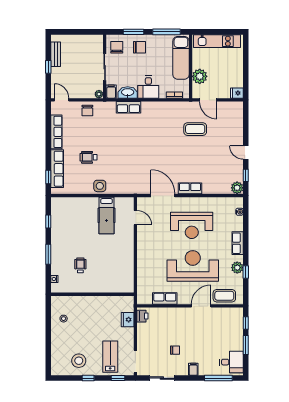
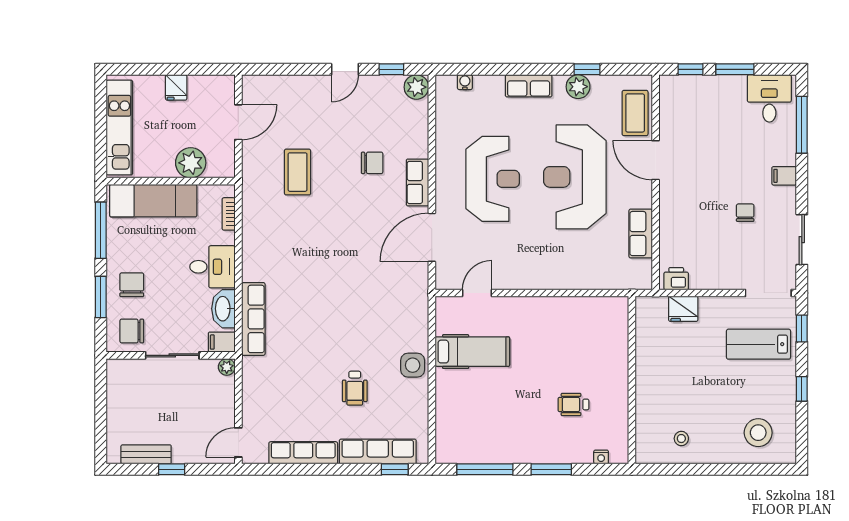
fridge: (237, 93) -> (176, 87), moved
door: (208, 100) -> (238, 122), moved
row of seats: (128, 107) -> (253, 319), width x1.48
chair: (87, 111) -> (372, 163), moved
window: (48, 222) -> (485, 469), width x2.17
stool: (79, 361) -> (758, 433), moved

